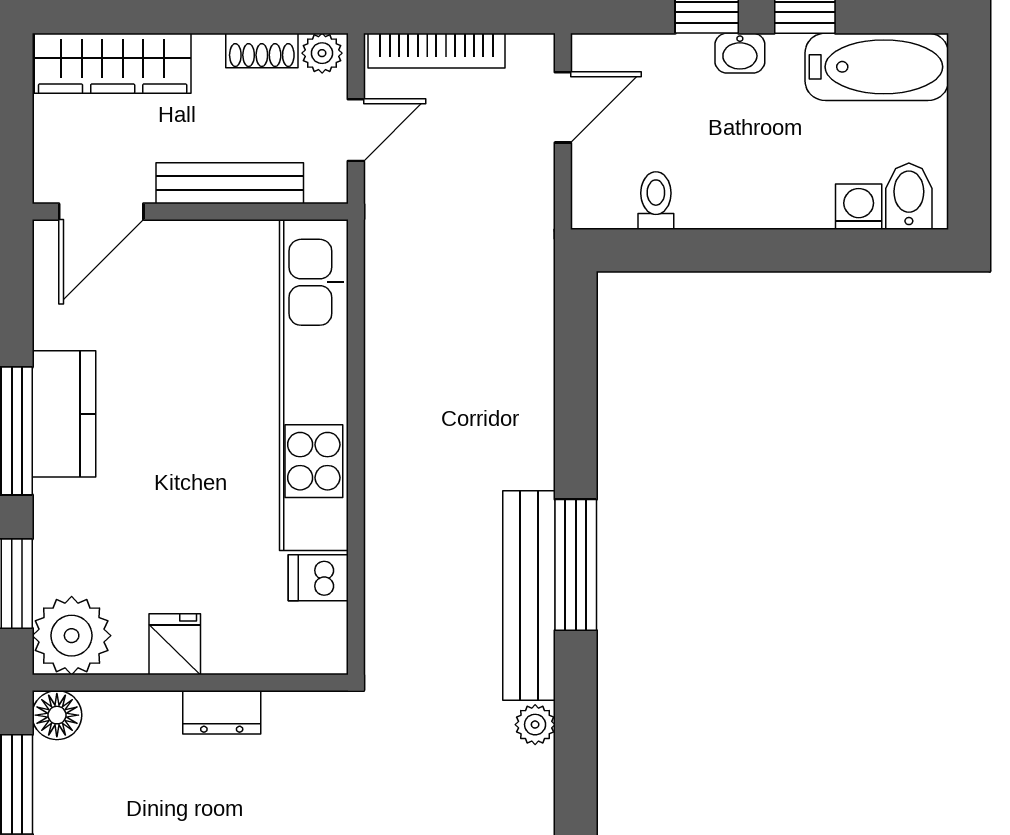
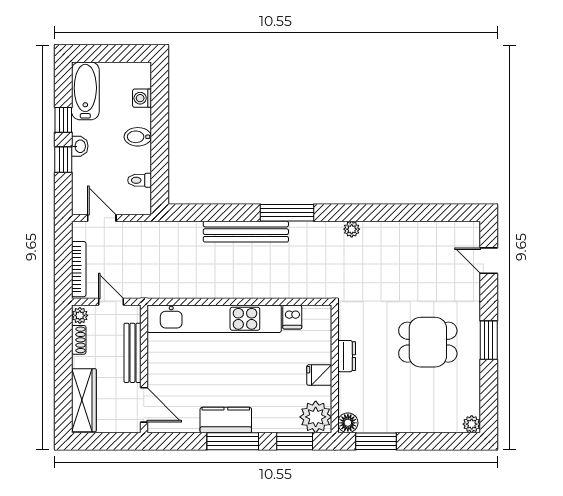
bidet: (909, 196) -> (138, 137), moved
bench: (529, 596) -> (246, 232), moved

